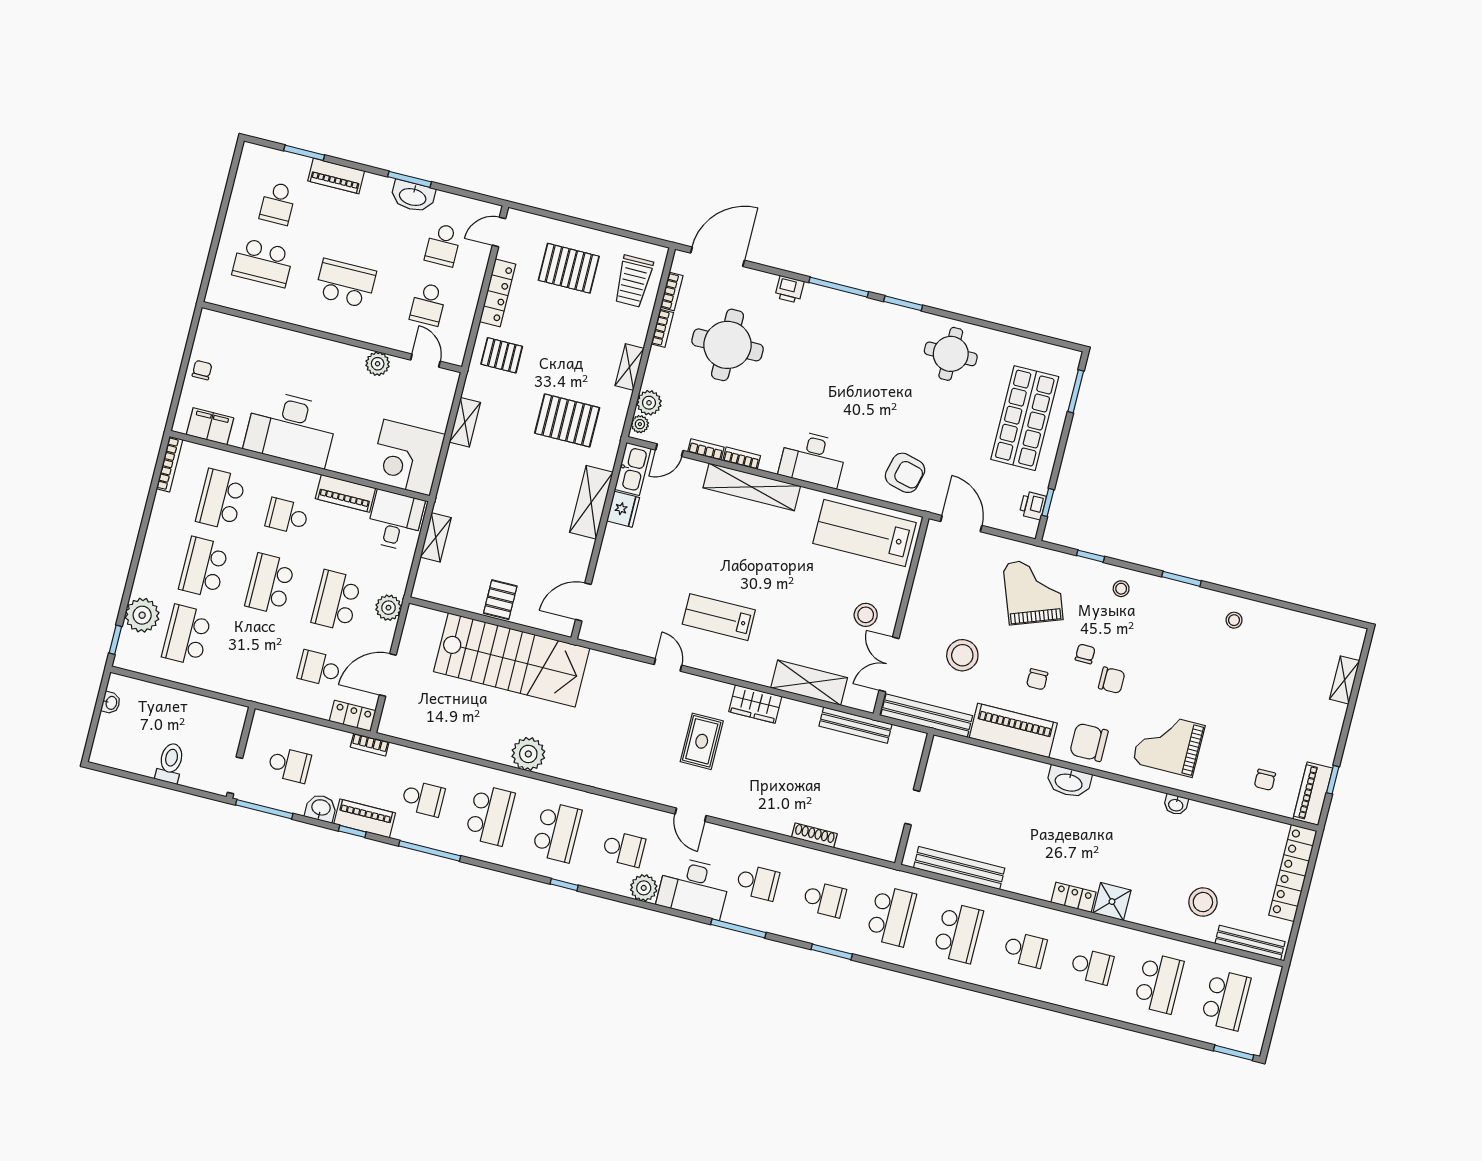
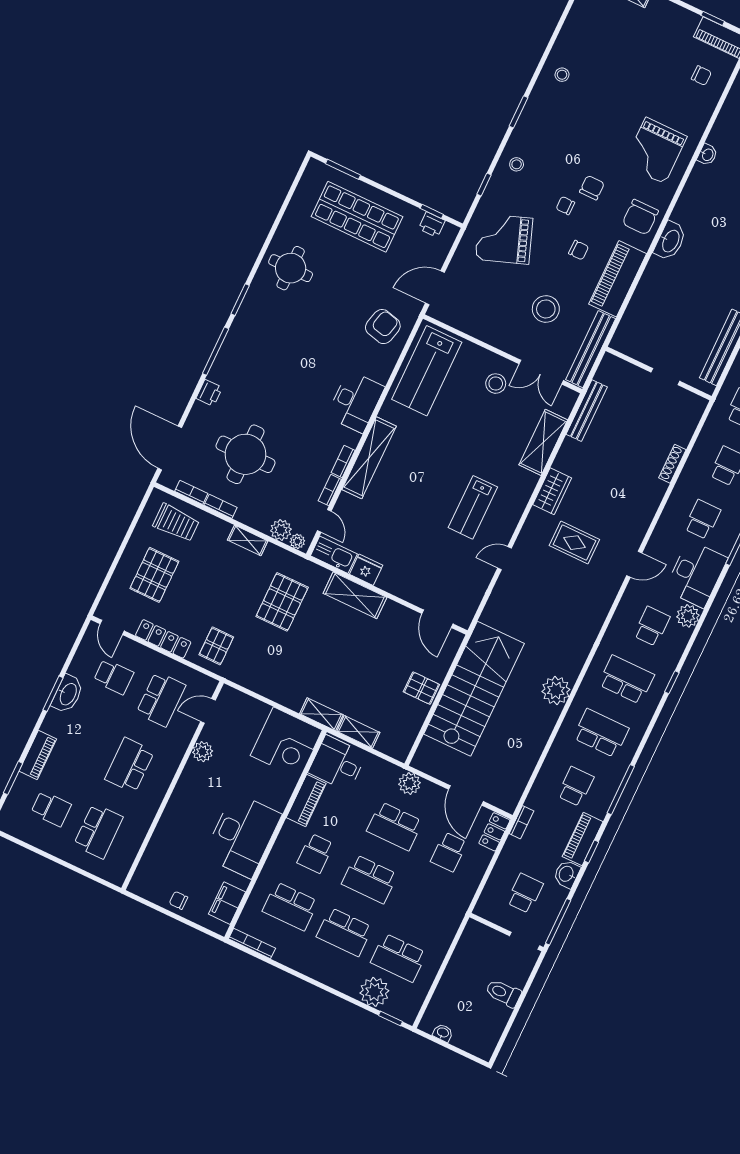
school desk: (428, 304) -> (161, 699), width x1.85
shelving: (465, 422) -> (321, 714), moved

